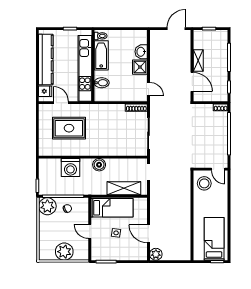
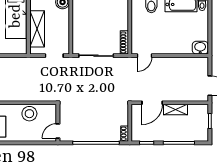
washbasin: (141, 52) -> (200, 48), moved
shower: (140, 67) -> (168, 46), removed
stool: (204, 183) -> (29, 114), moved

